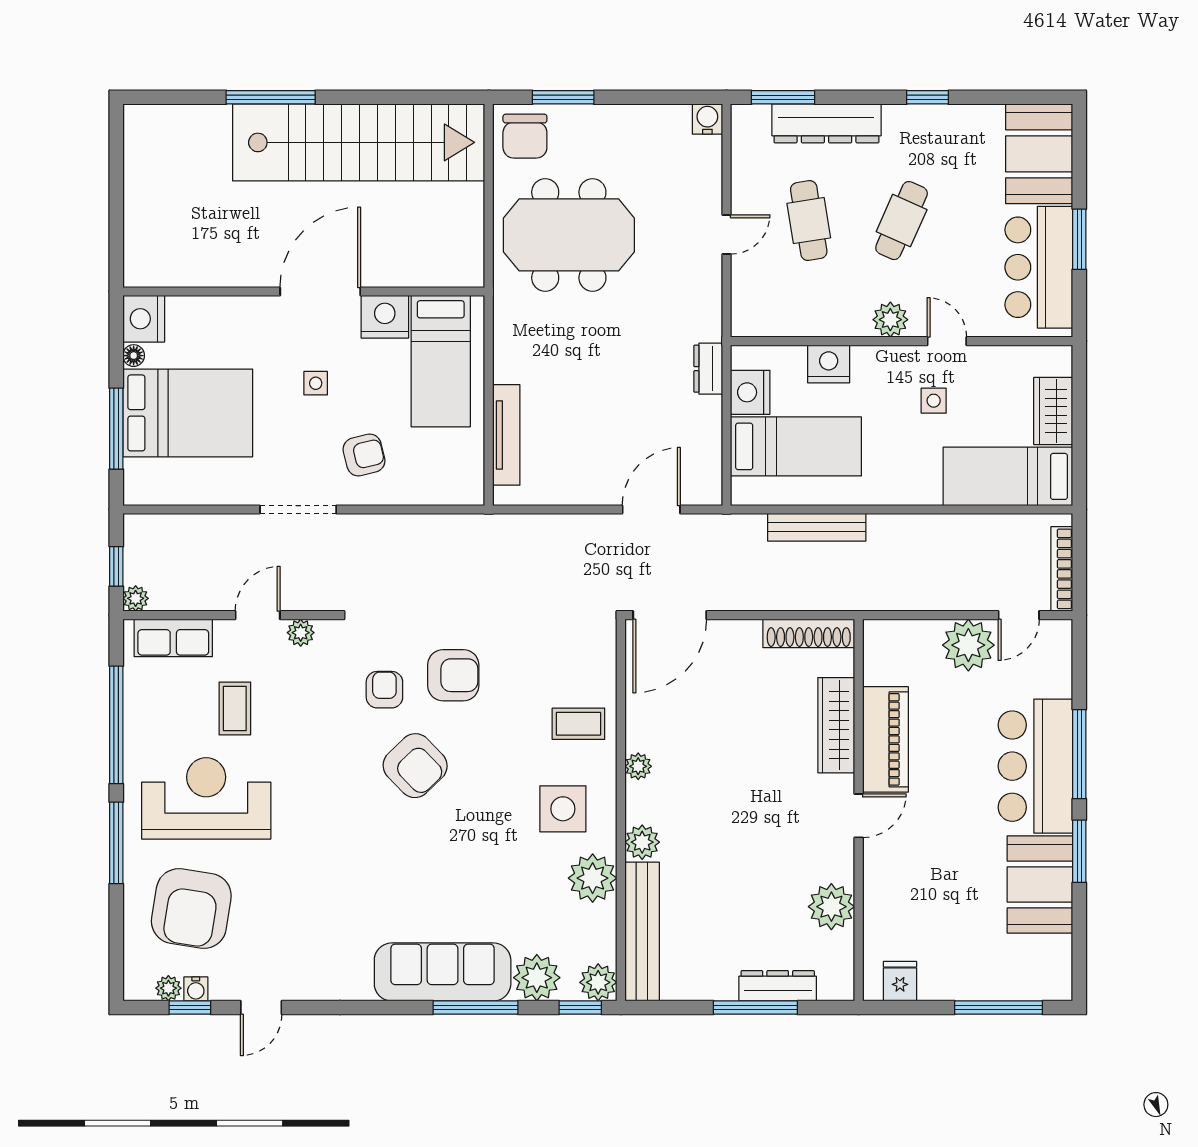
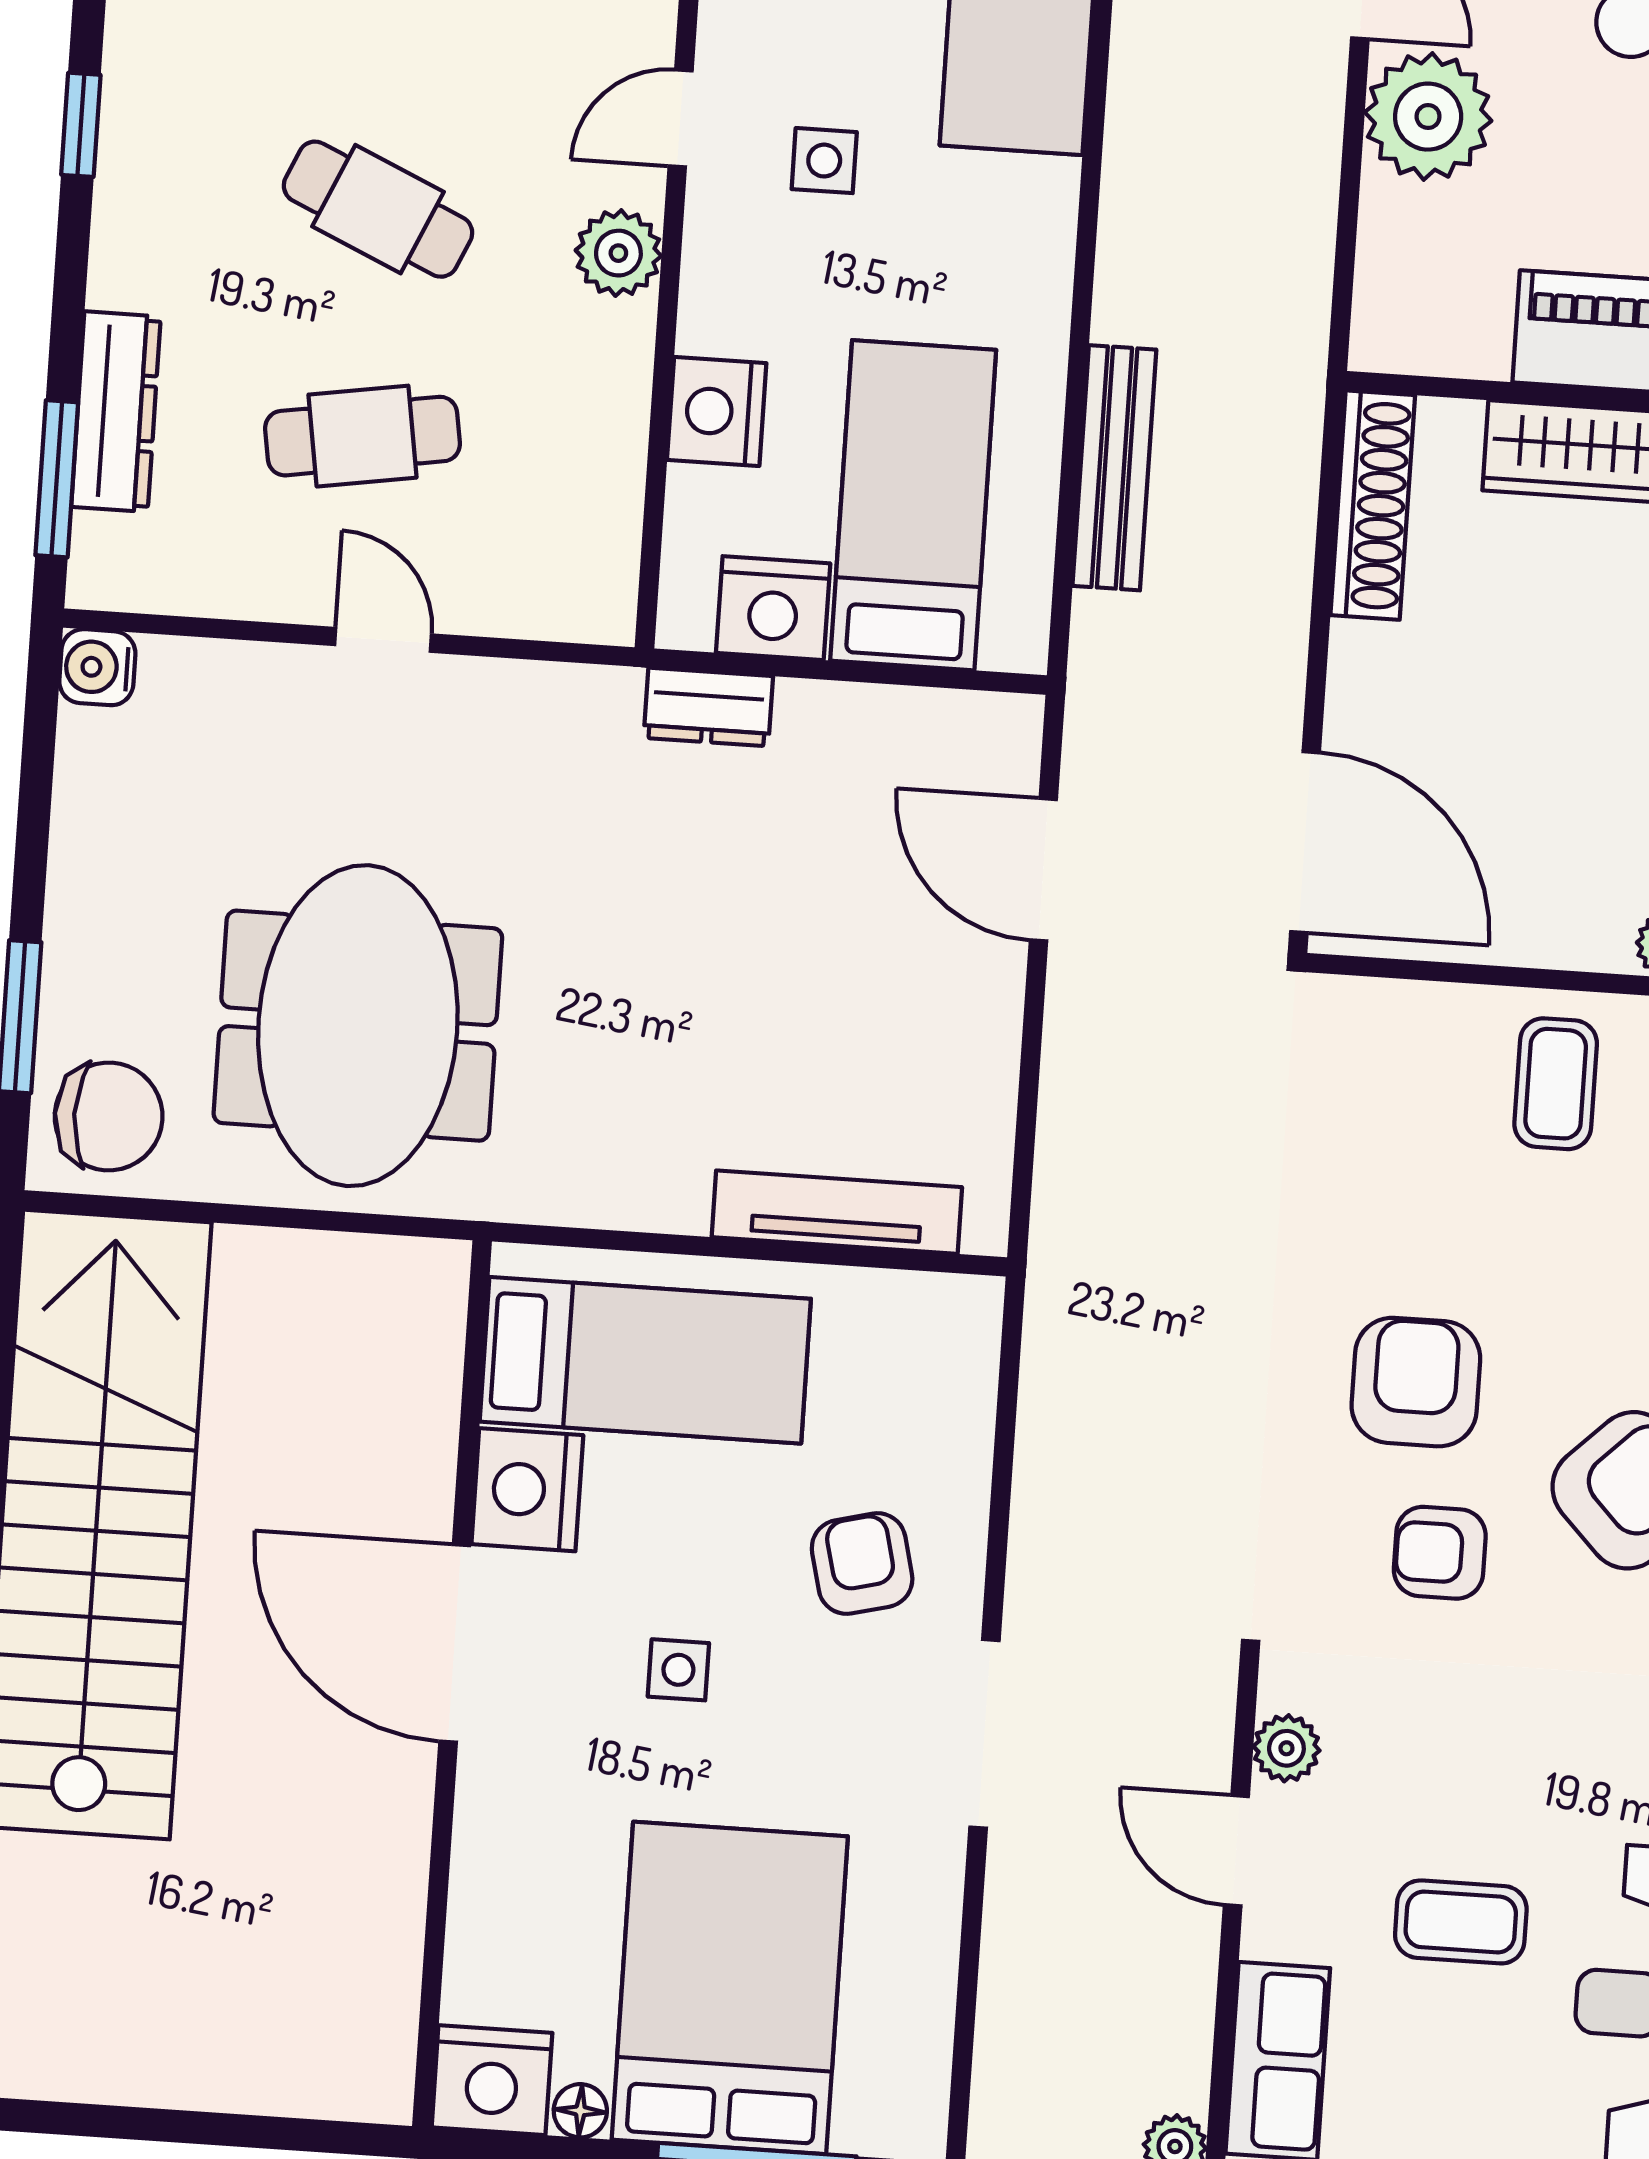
dresser: (826, 123) -> (116, 412), width x0.73, depth x0.80

